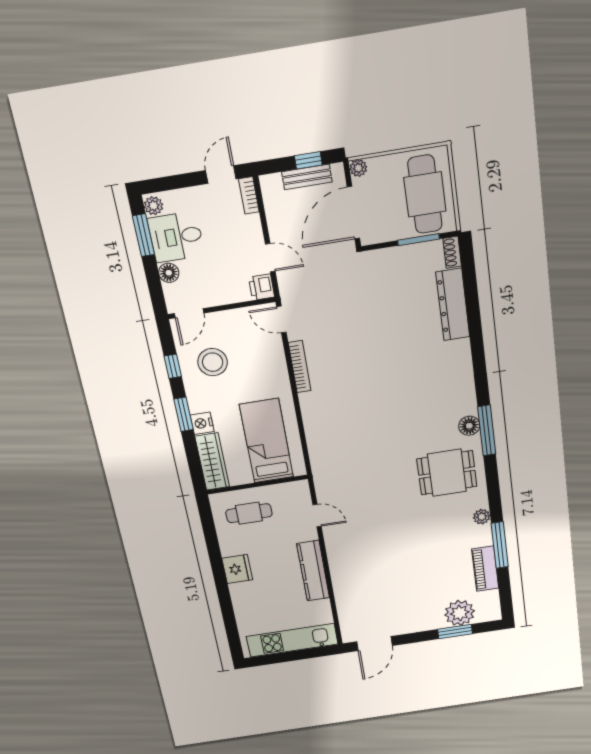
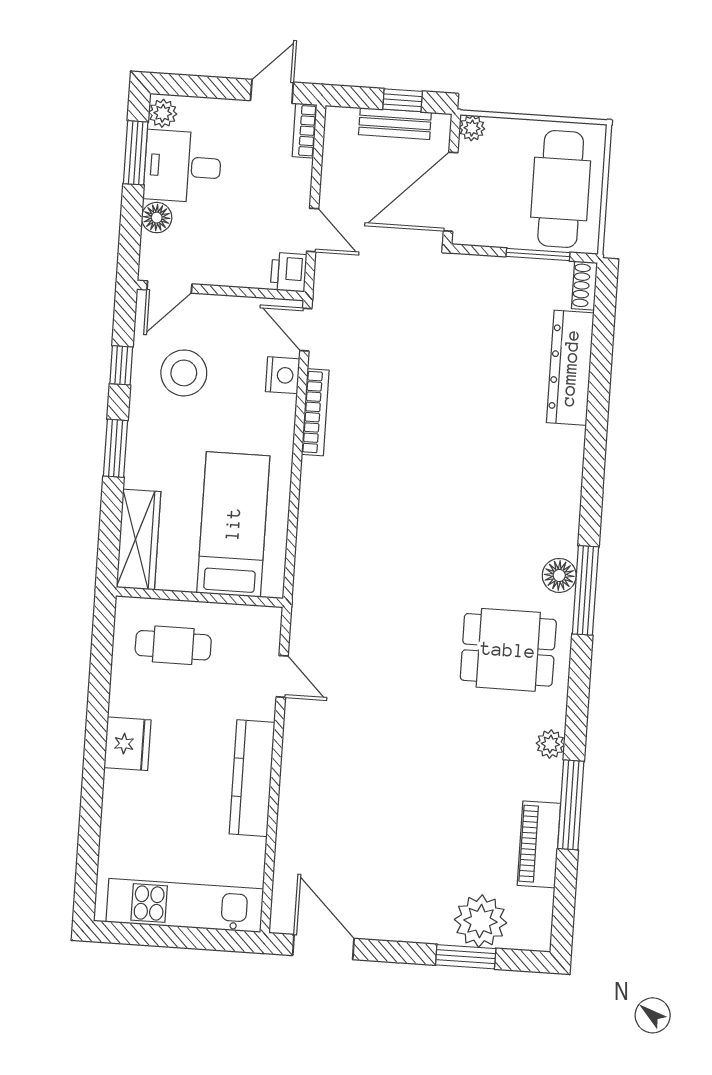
nightstand: (202, 423) -> (283, 375), moved, turned 180
door: (374, 644) -> (323, 947), swing flipped

